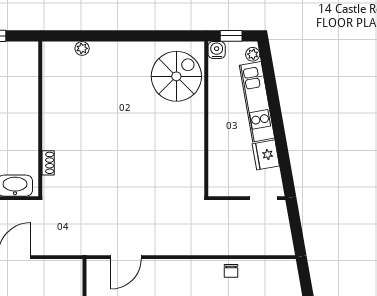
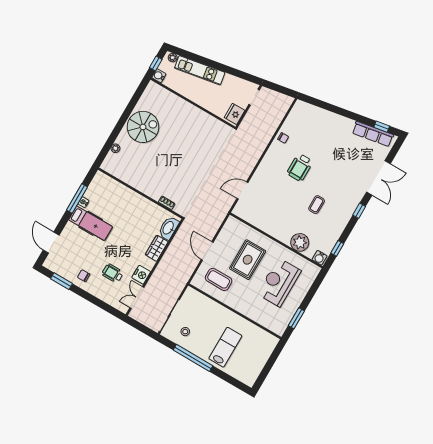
spiral stairs: (176, 76) -> (143, 127), moved, turned 90
fridge: (266, 155) -> (235, 114), moved, turned 100
door: (126, 257) -> (242, 190), swing flipped

